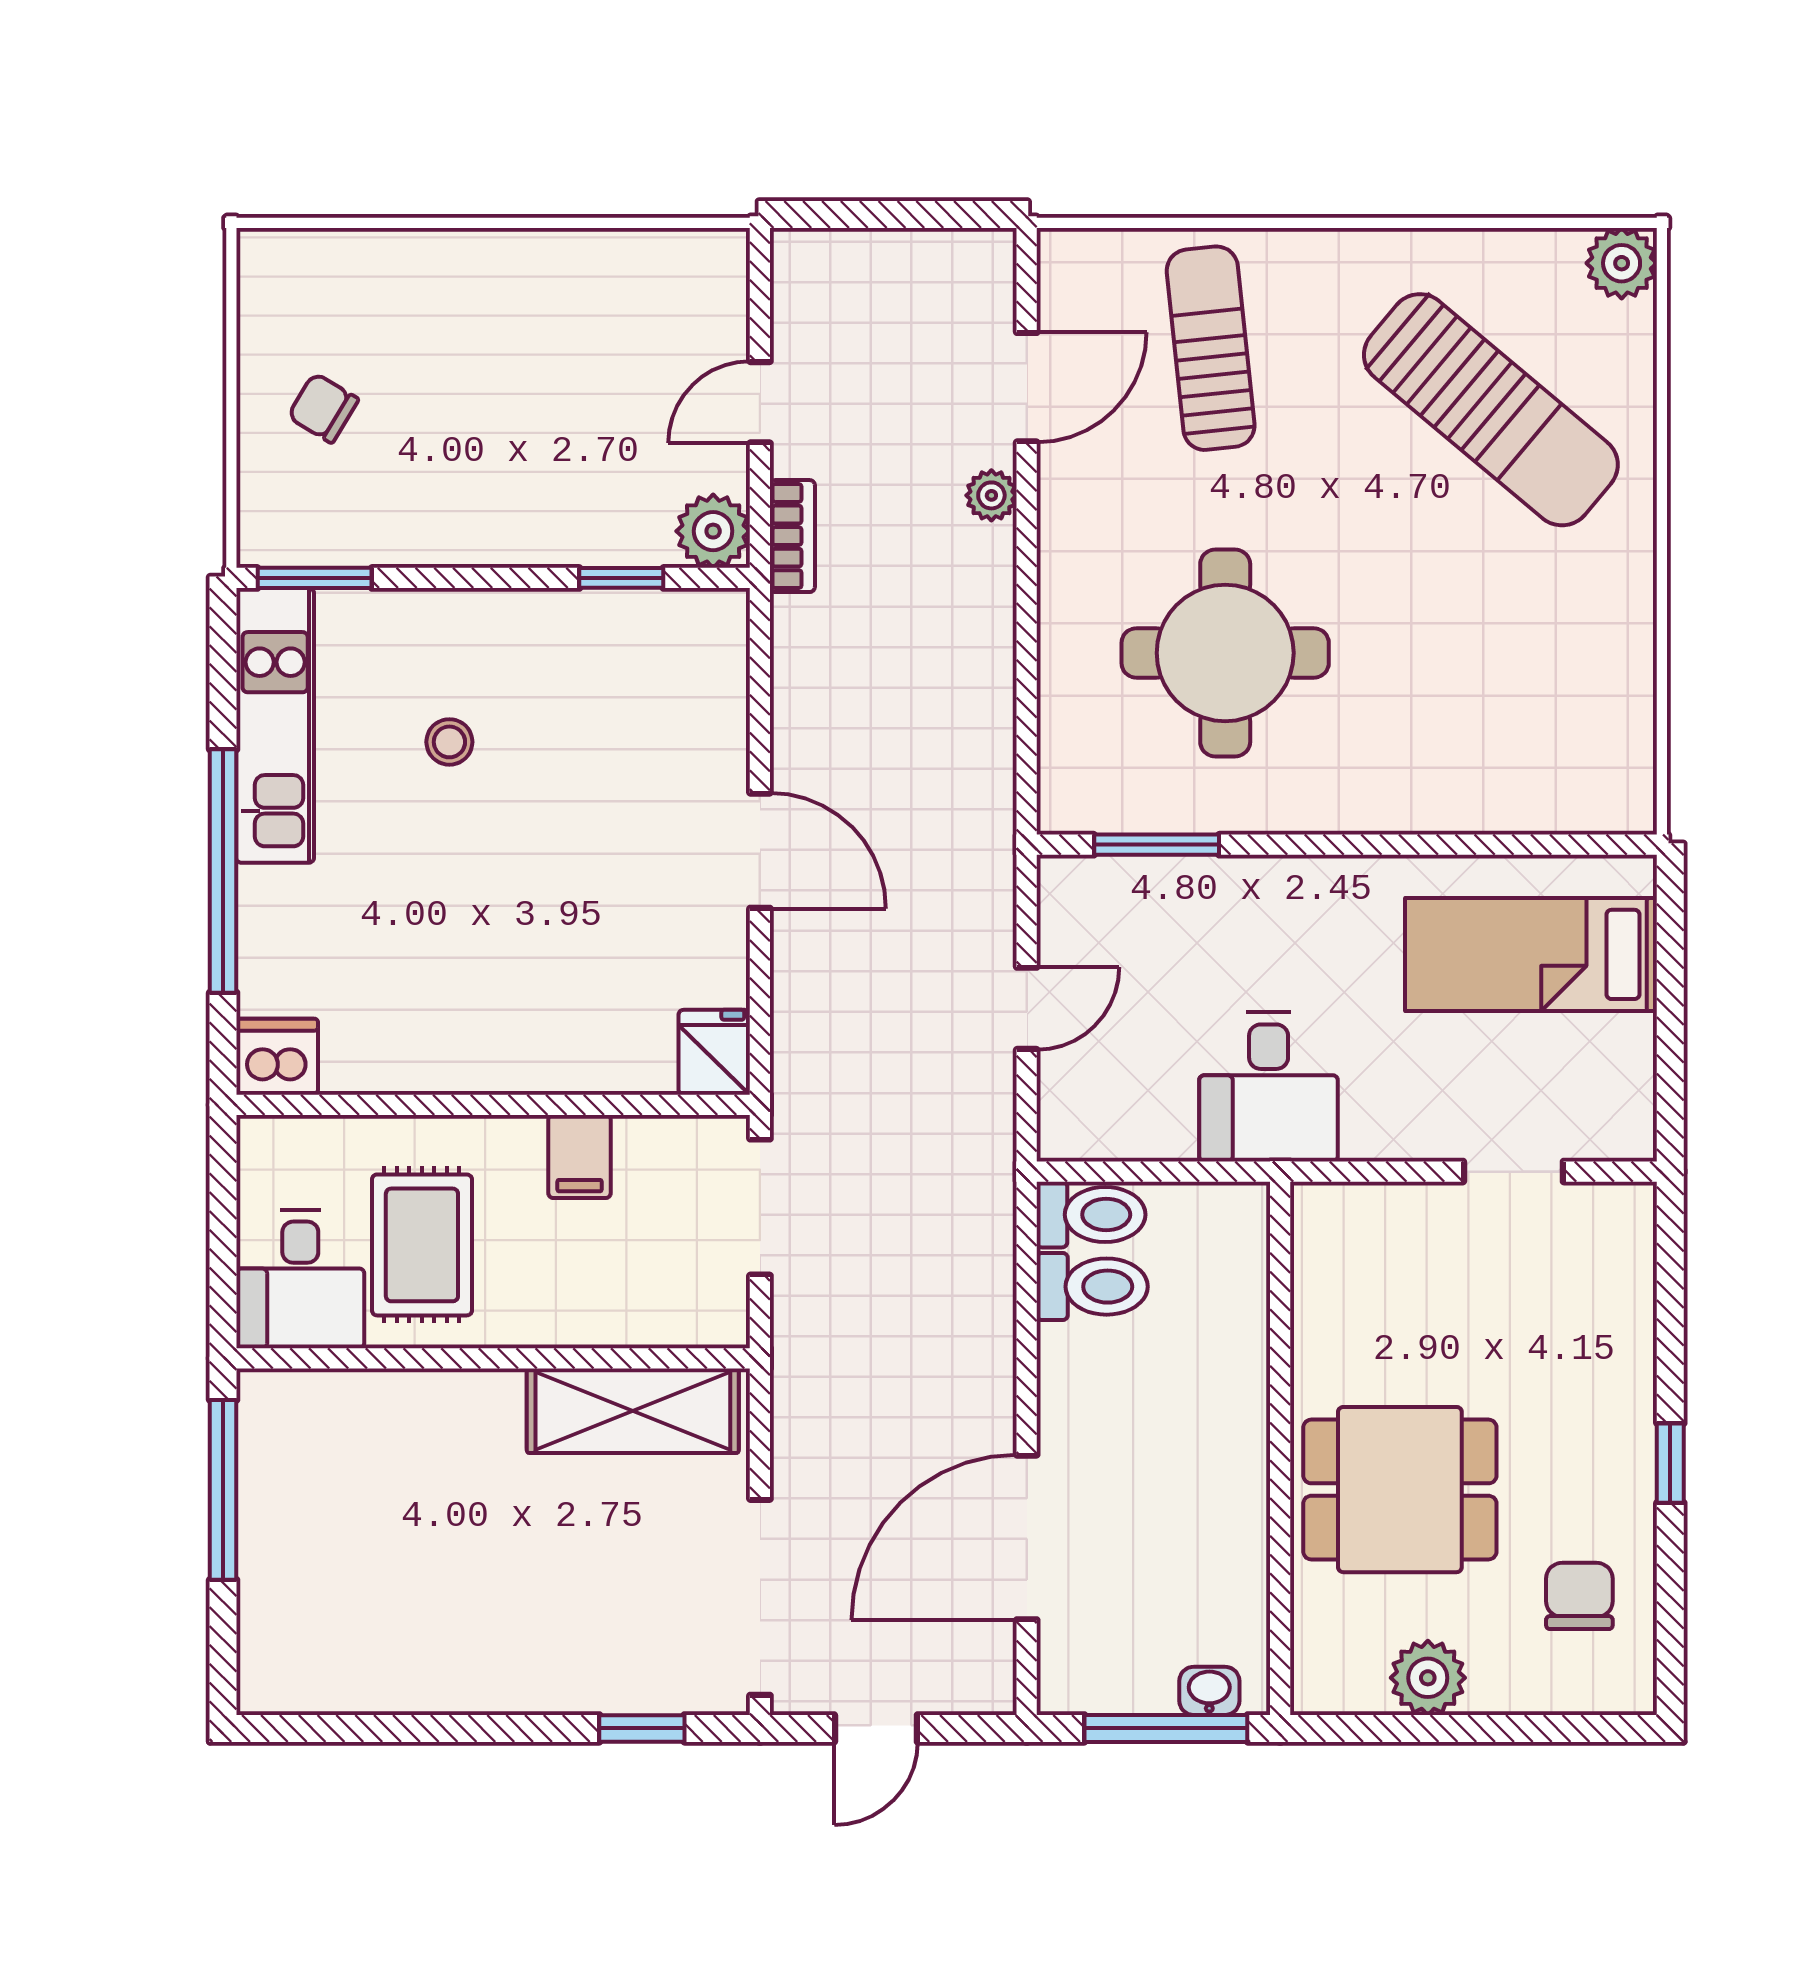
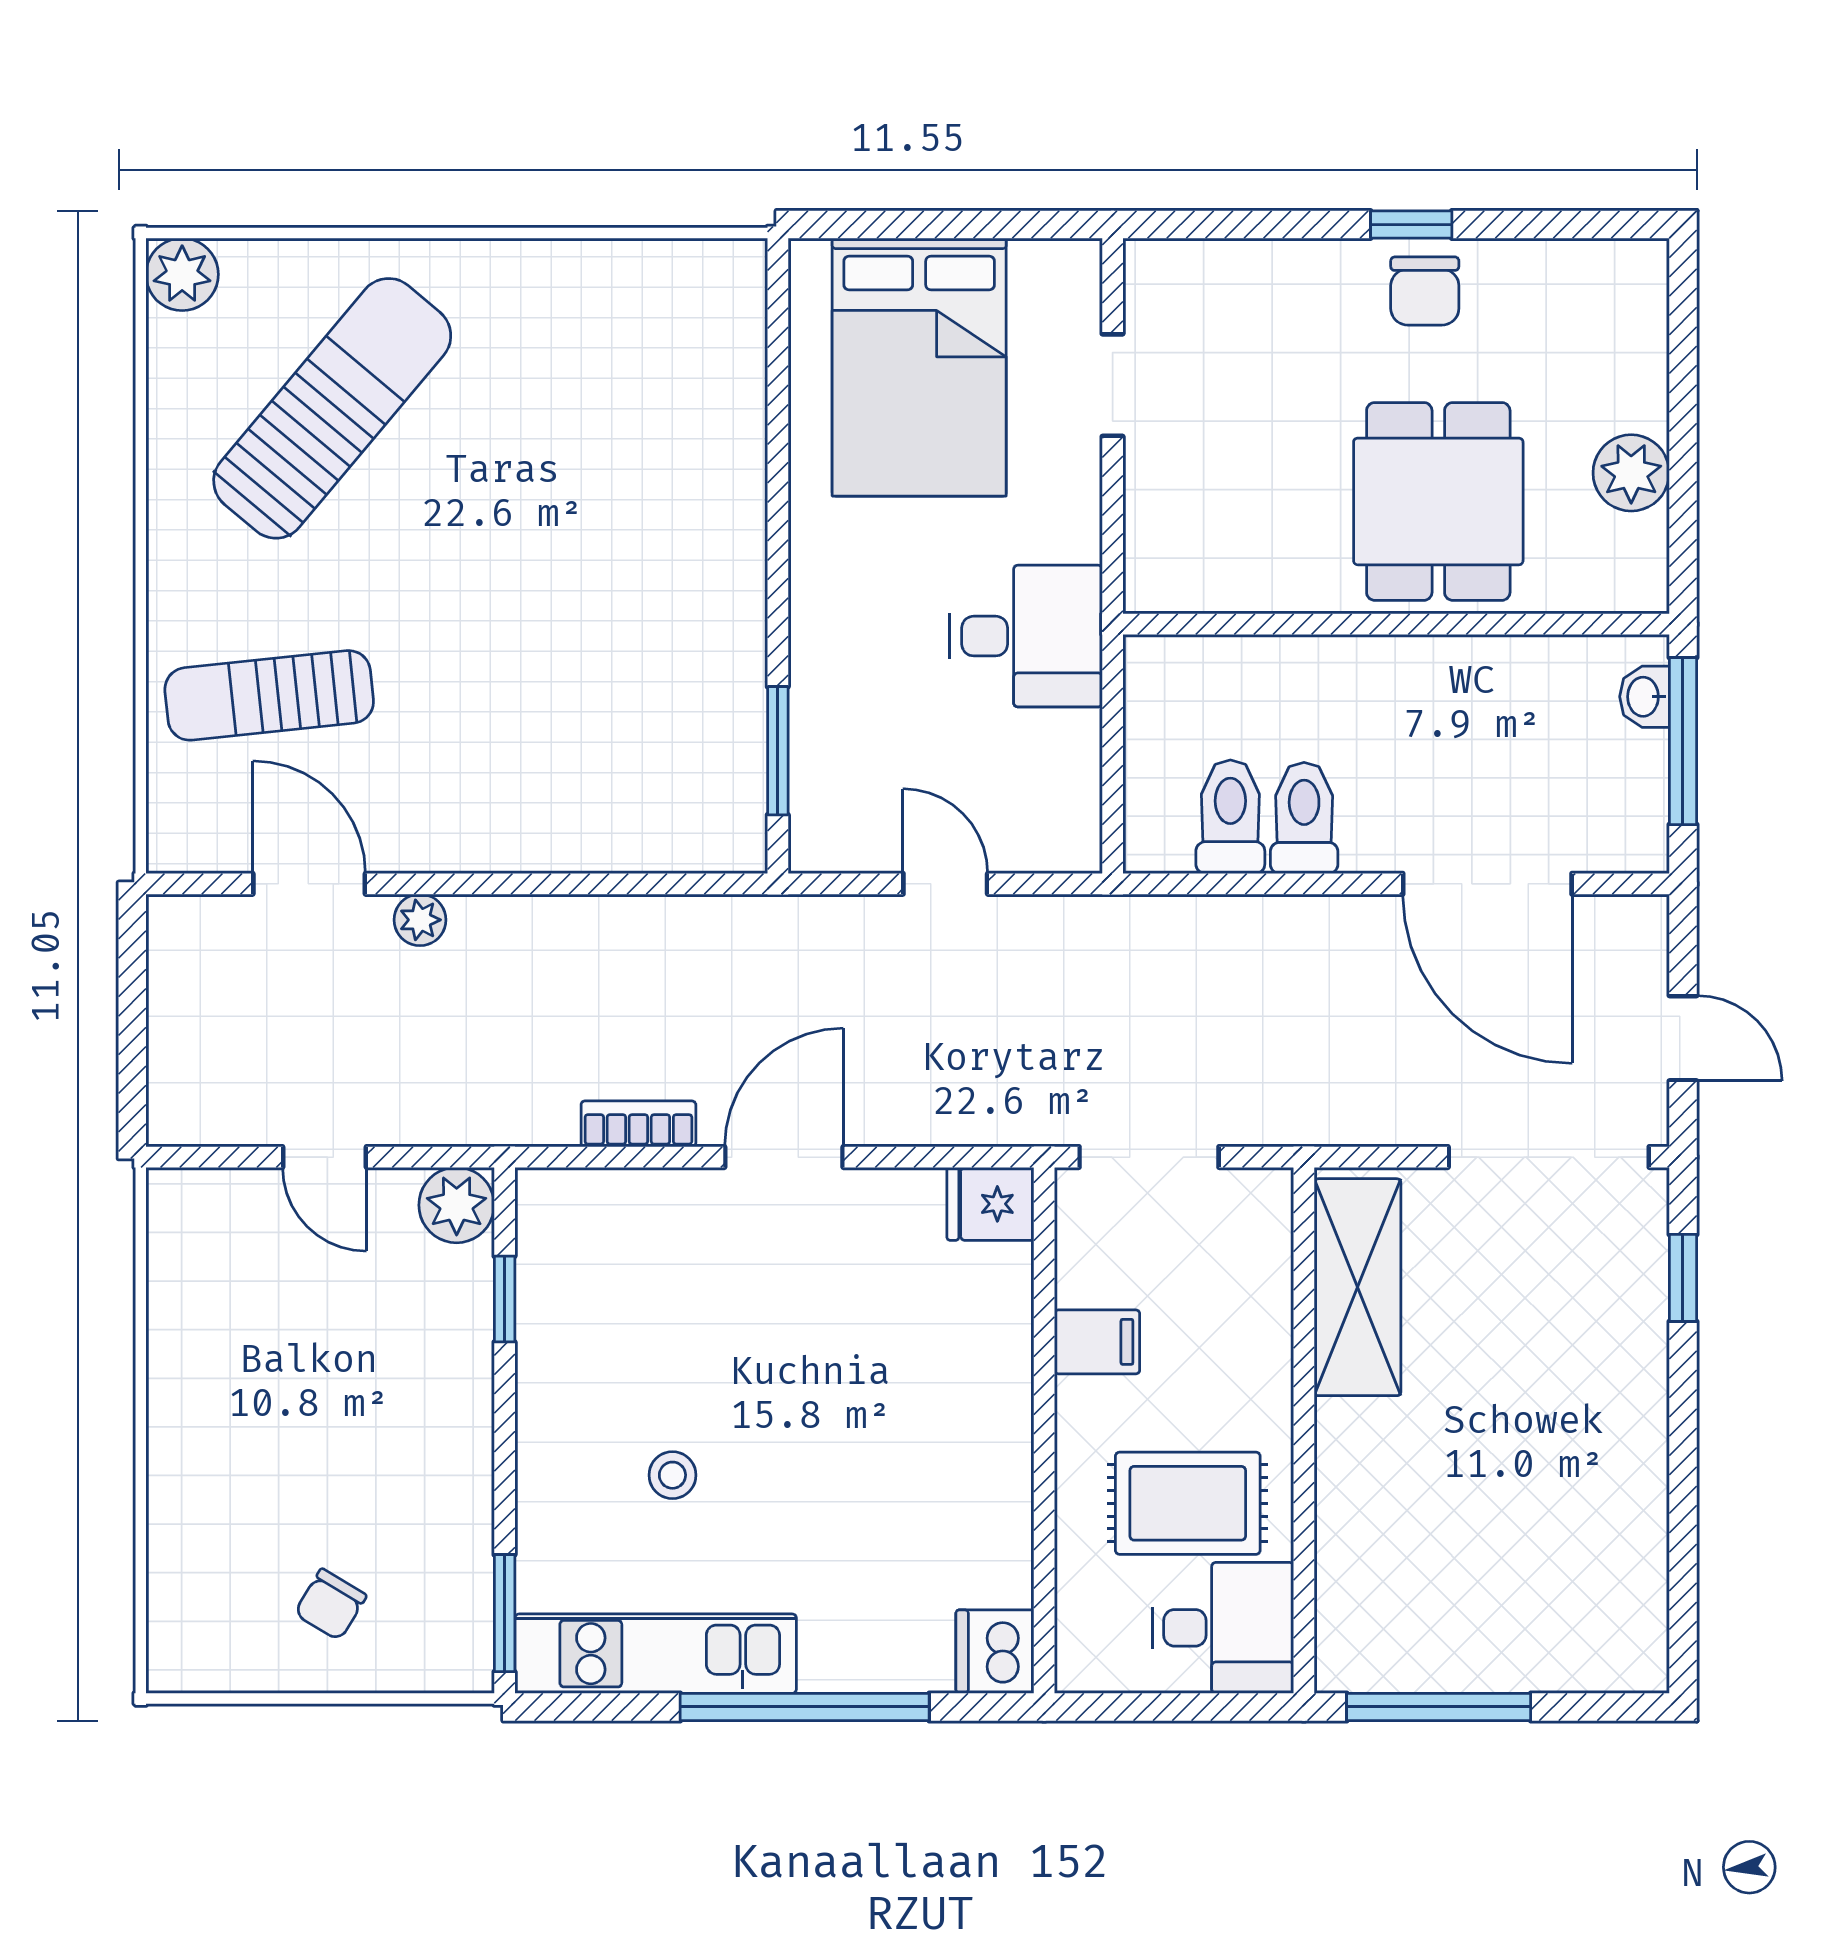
bookcase: (792, 536) -> (638, 1124), moved
round table: (1225, 653) -> (581, 680), removed
bed: (1531, 954) -> (919, 367), width x1.50
toilet: (1091, 1215) -> (1304, 818), moved
chair: (1579, 1596) -> (1425, 291), moved, turned -90

